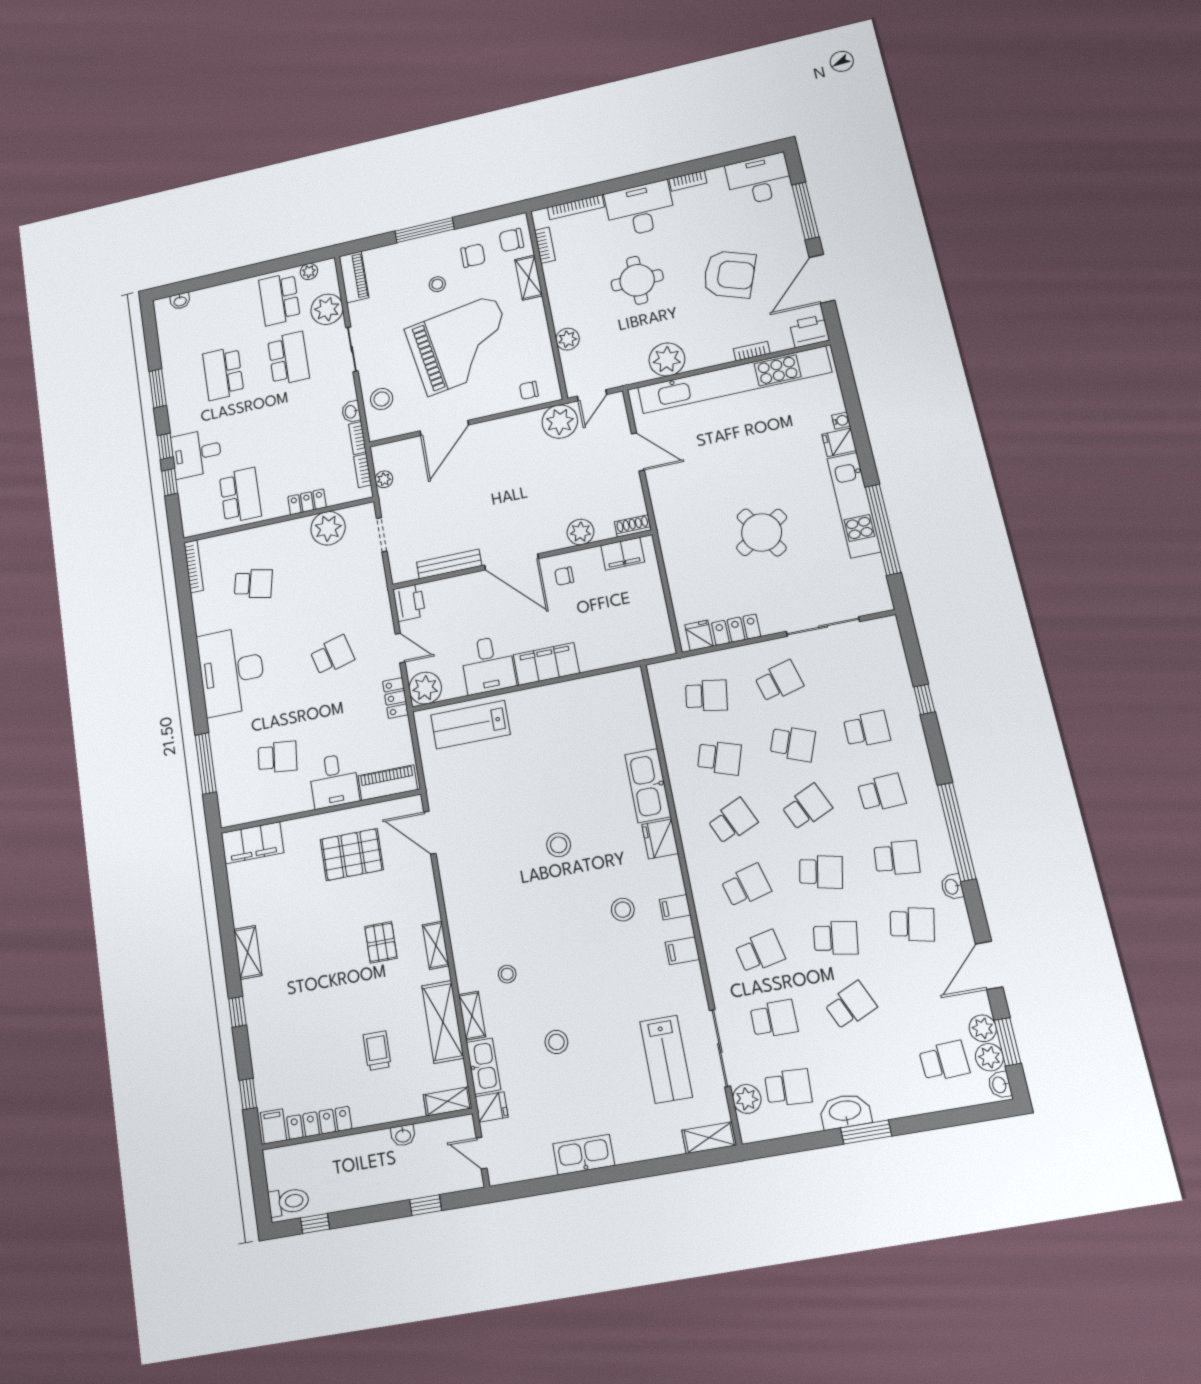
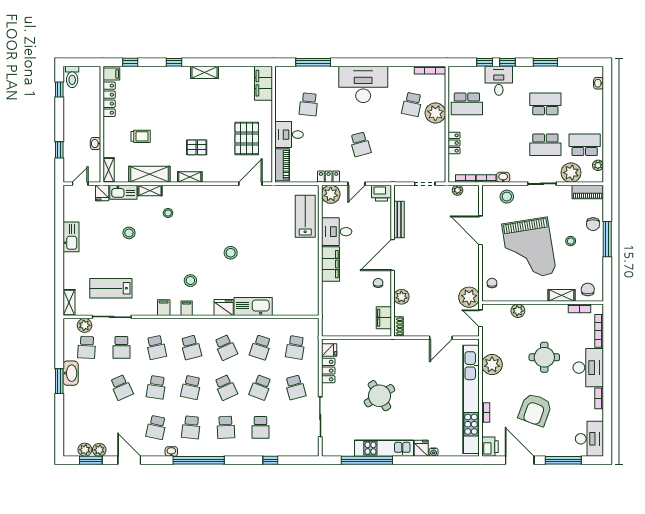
chair: (473, 256) -> (593, 224), moved
plant: (328, 528) -> (435, 113), moved
school desk: (944, 1061) -> (87, 427), removed
washbasin: (1000, 1085) -> (71, 452), removed

